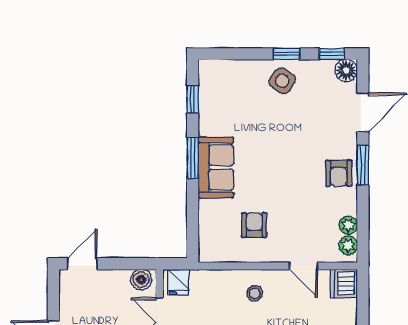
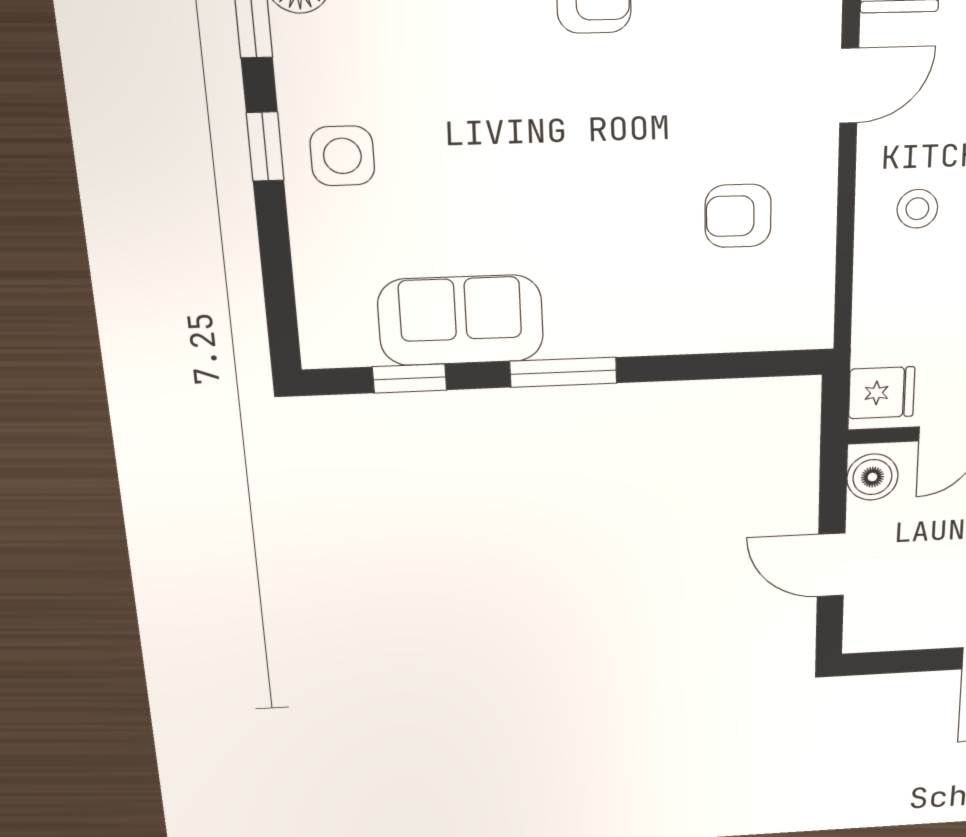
side table: (282, 81) -> (342, 156), turned -33
sofa: (216, 167) -> (461, 320), moved
door: (83, 264) -> (831, 565), moved

